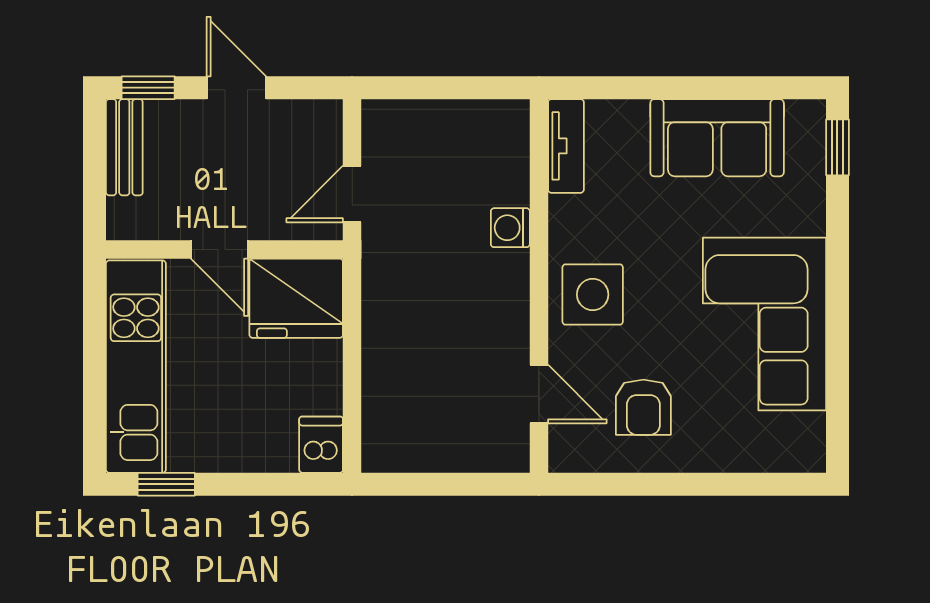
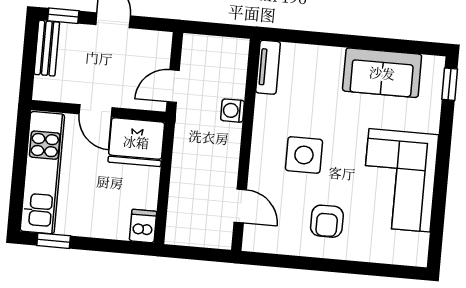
tv unit: (566, 146) -> (268, 67), moved
washing machine: (510, 228) -> (232, 111), moved
wall: (539, 286) -> (246, 145), moved
door: (539, 394) -> (240, 206), moved

